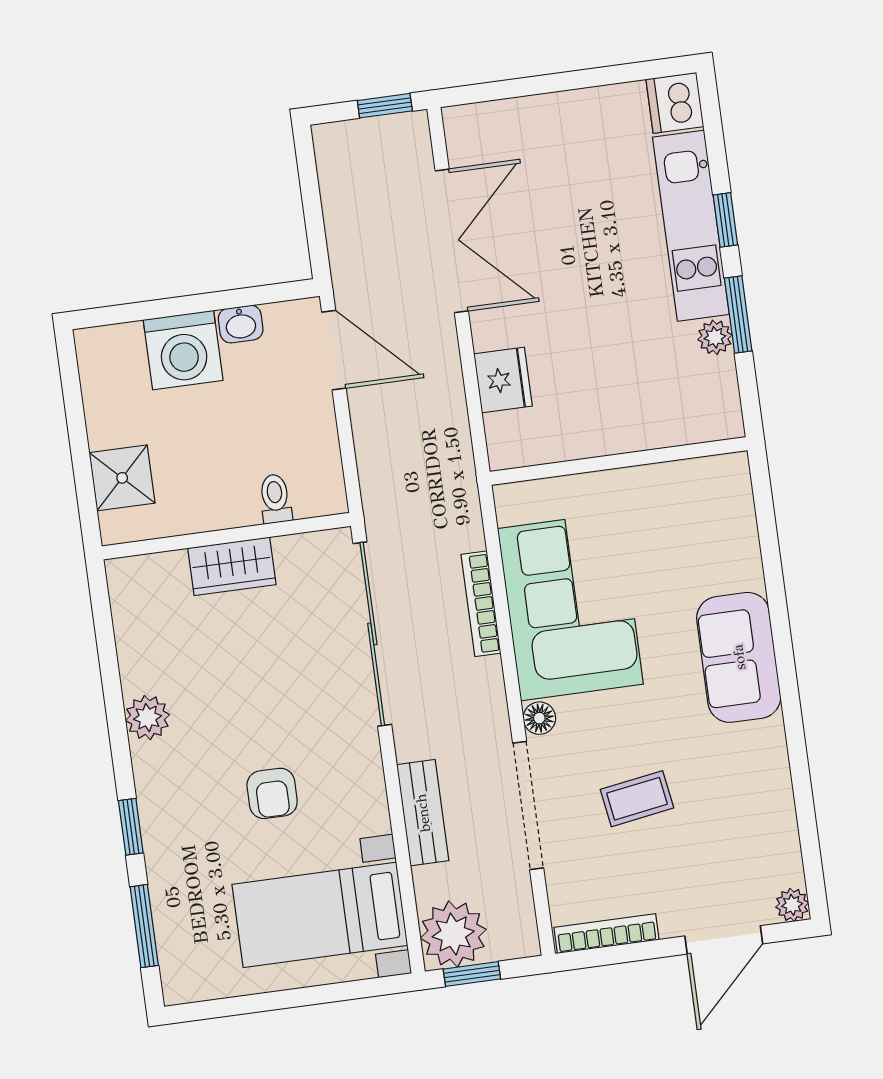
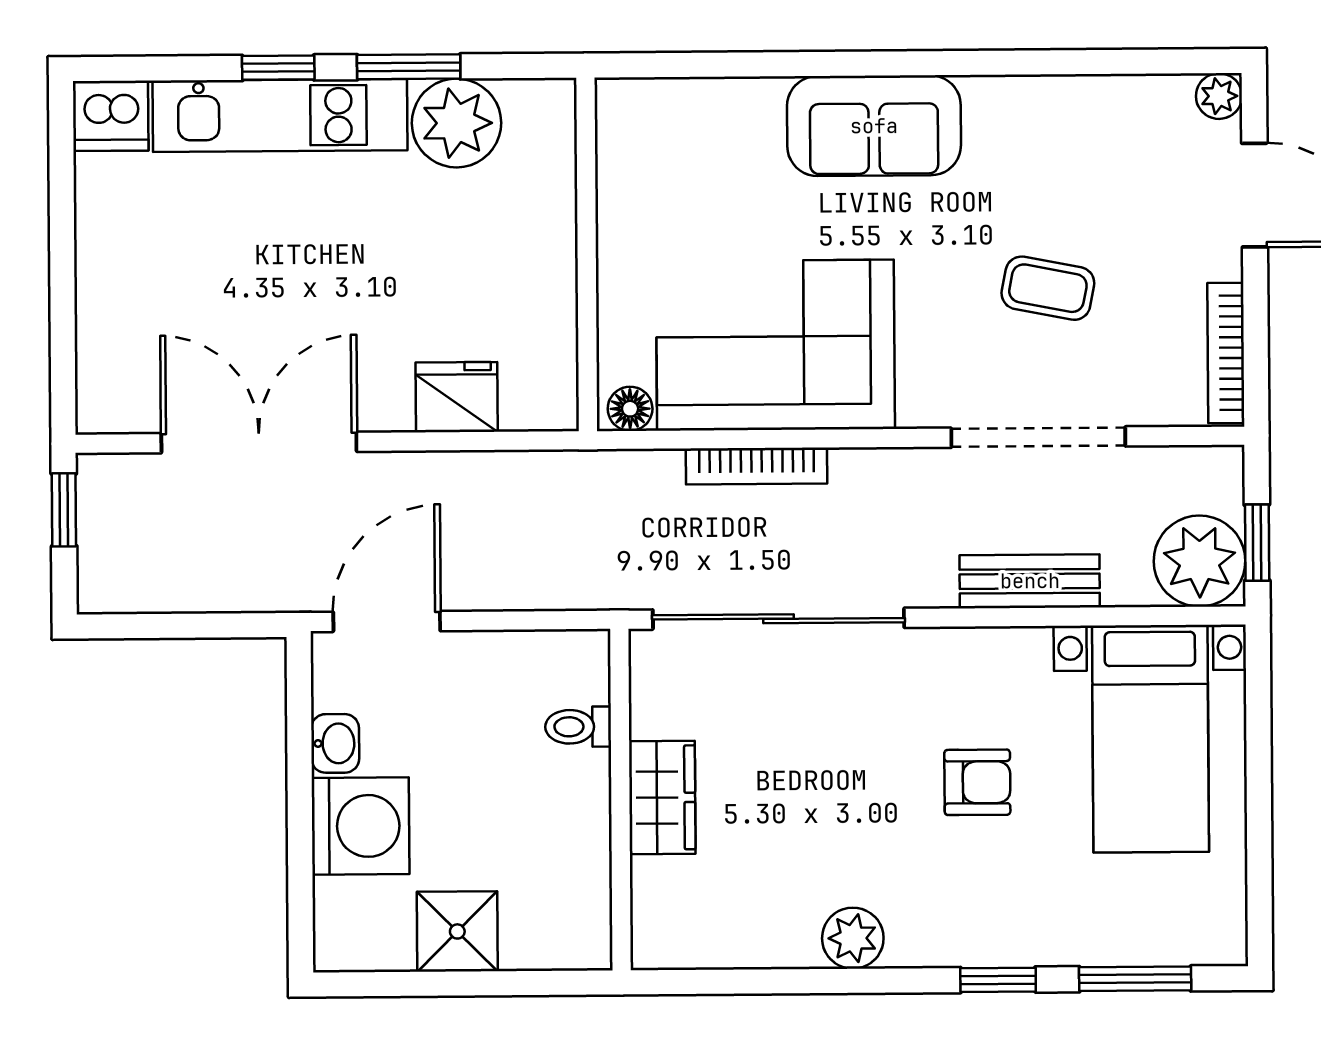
plant: (715, 337) -> (456, 123), width x1.88, depth x1.88
shower: (122, 478) -> (457, 931), moved
floor lamp: (539, 718) -> (630, 409), moved
coffee table: (637, 799) -> (1048, 288), turned -70

